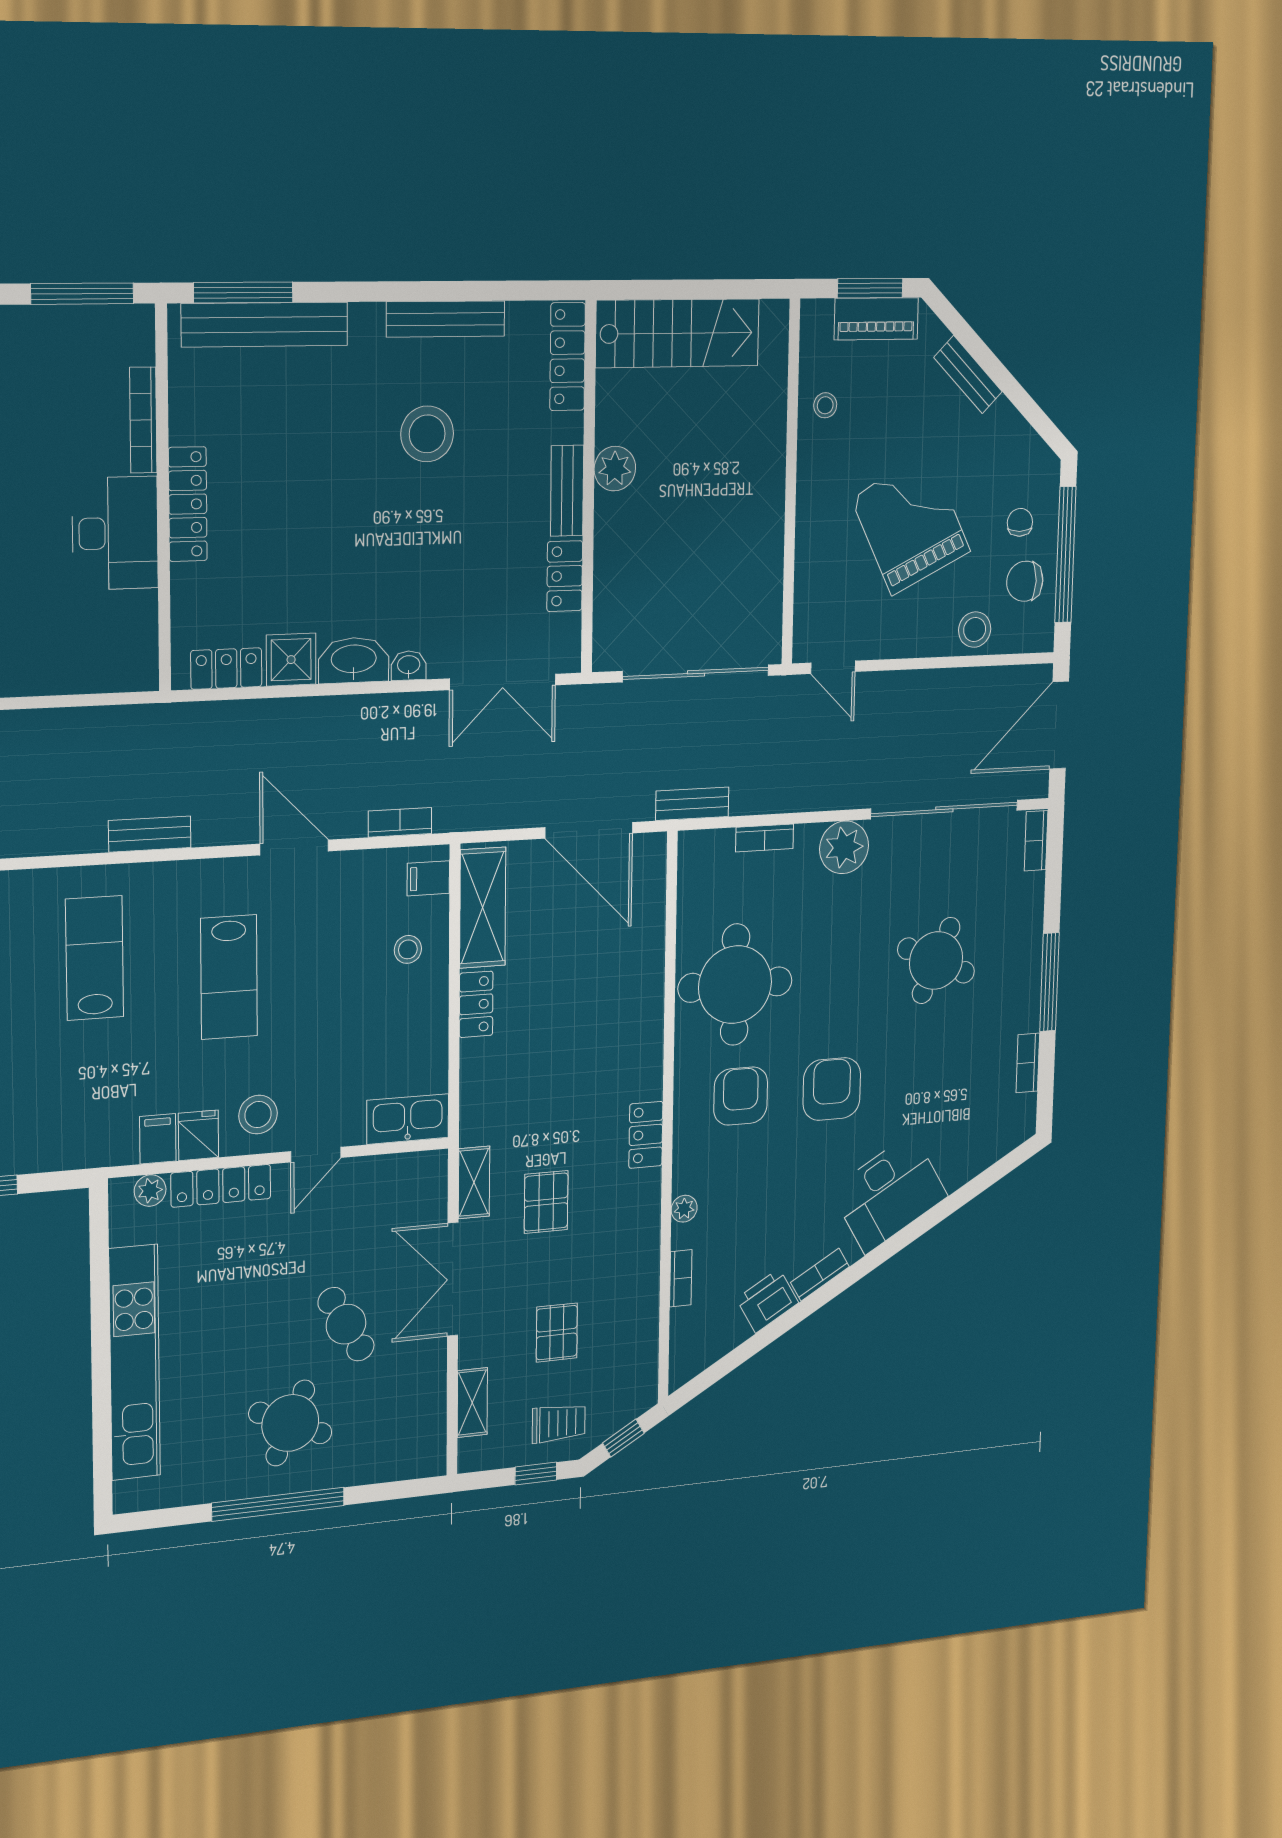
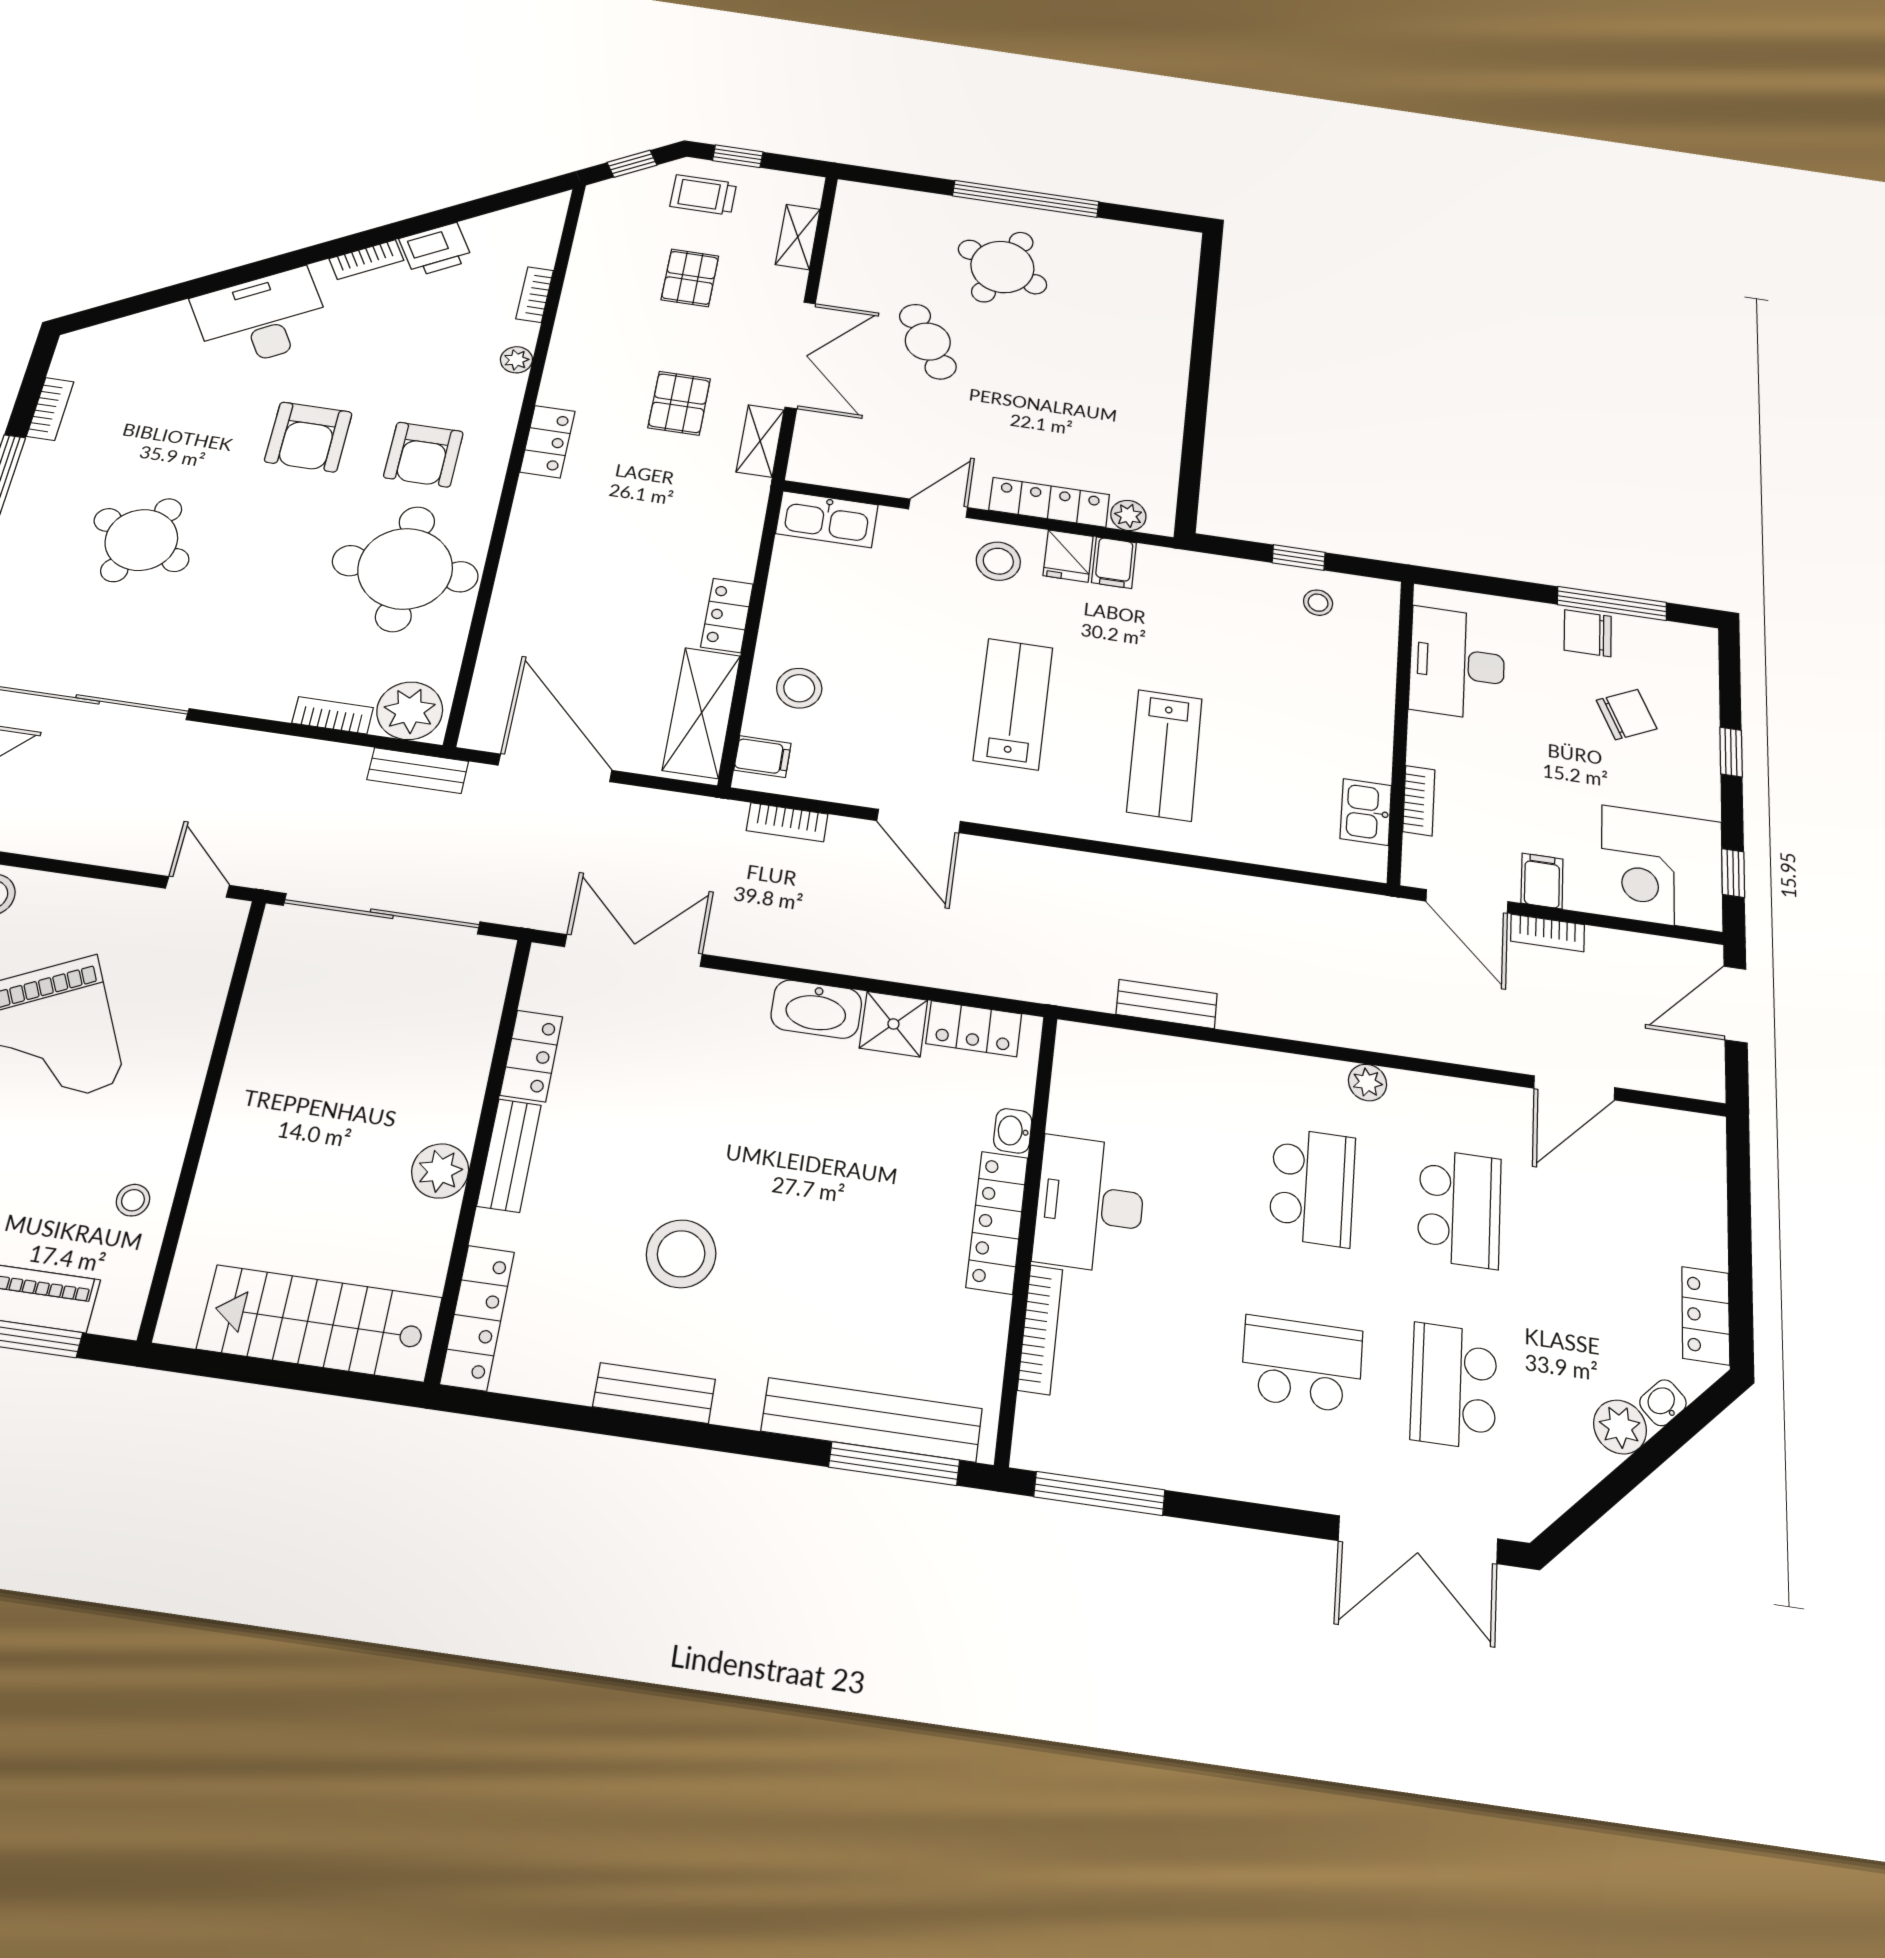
bench: (446, 319) -> (654, 1393), width x0.73
washbasin: (409, 666) -> (1013, 1131), moved, turned 90
bench: (150, 834) -> (1167, 1004), moved
plant: (844, 847) -> (410, 711), moved
stool: (408, 949) -> (799, 688), width x1.37, depth x1.37
kitchen unit: (135, 1363) -> (1164, 361), removed

